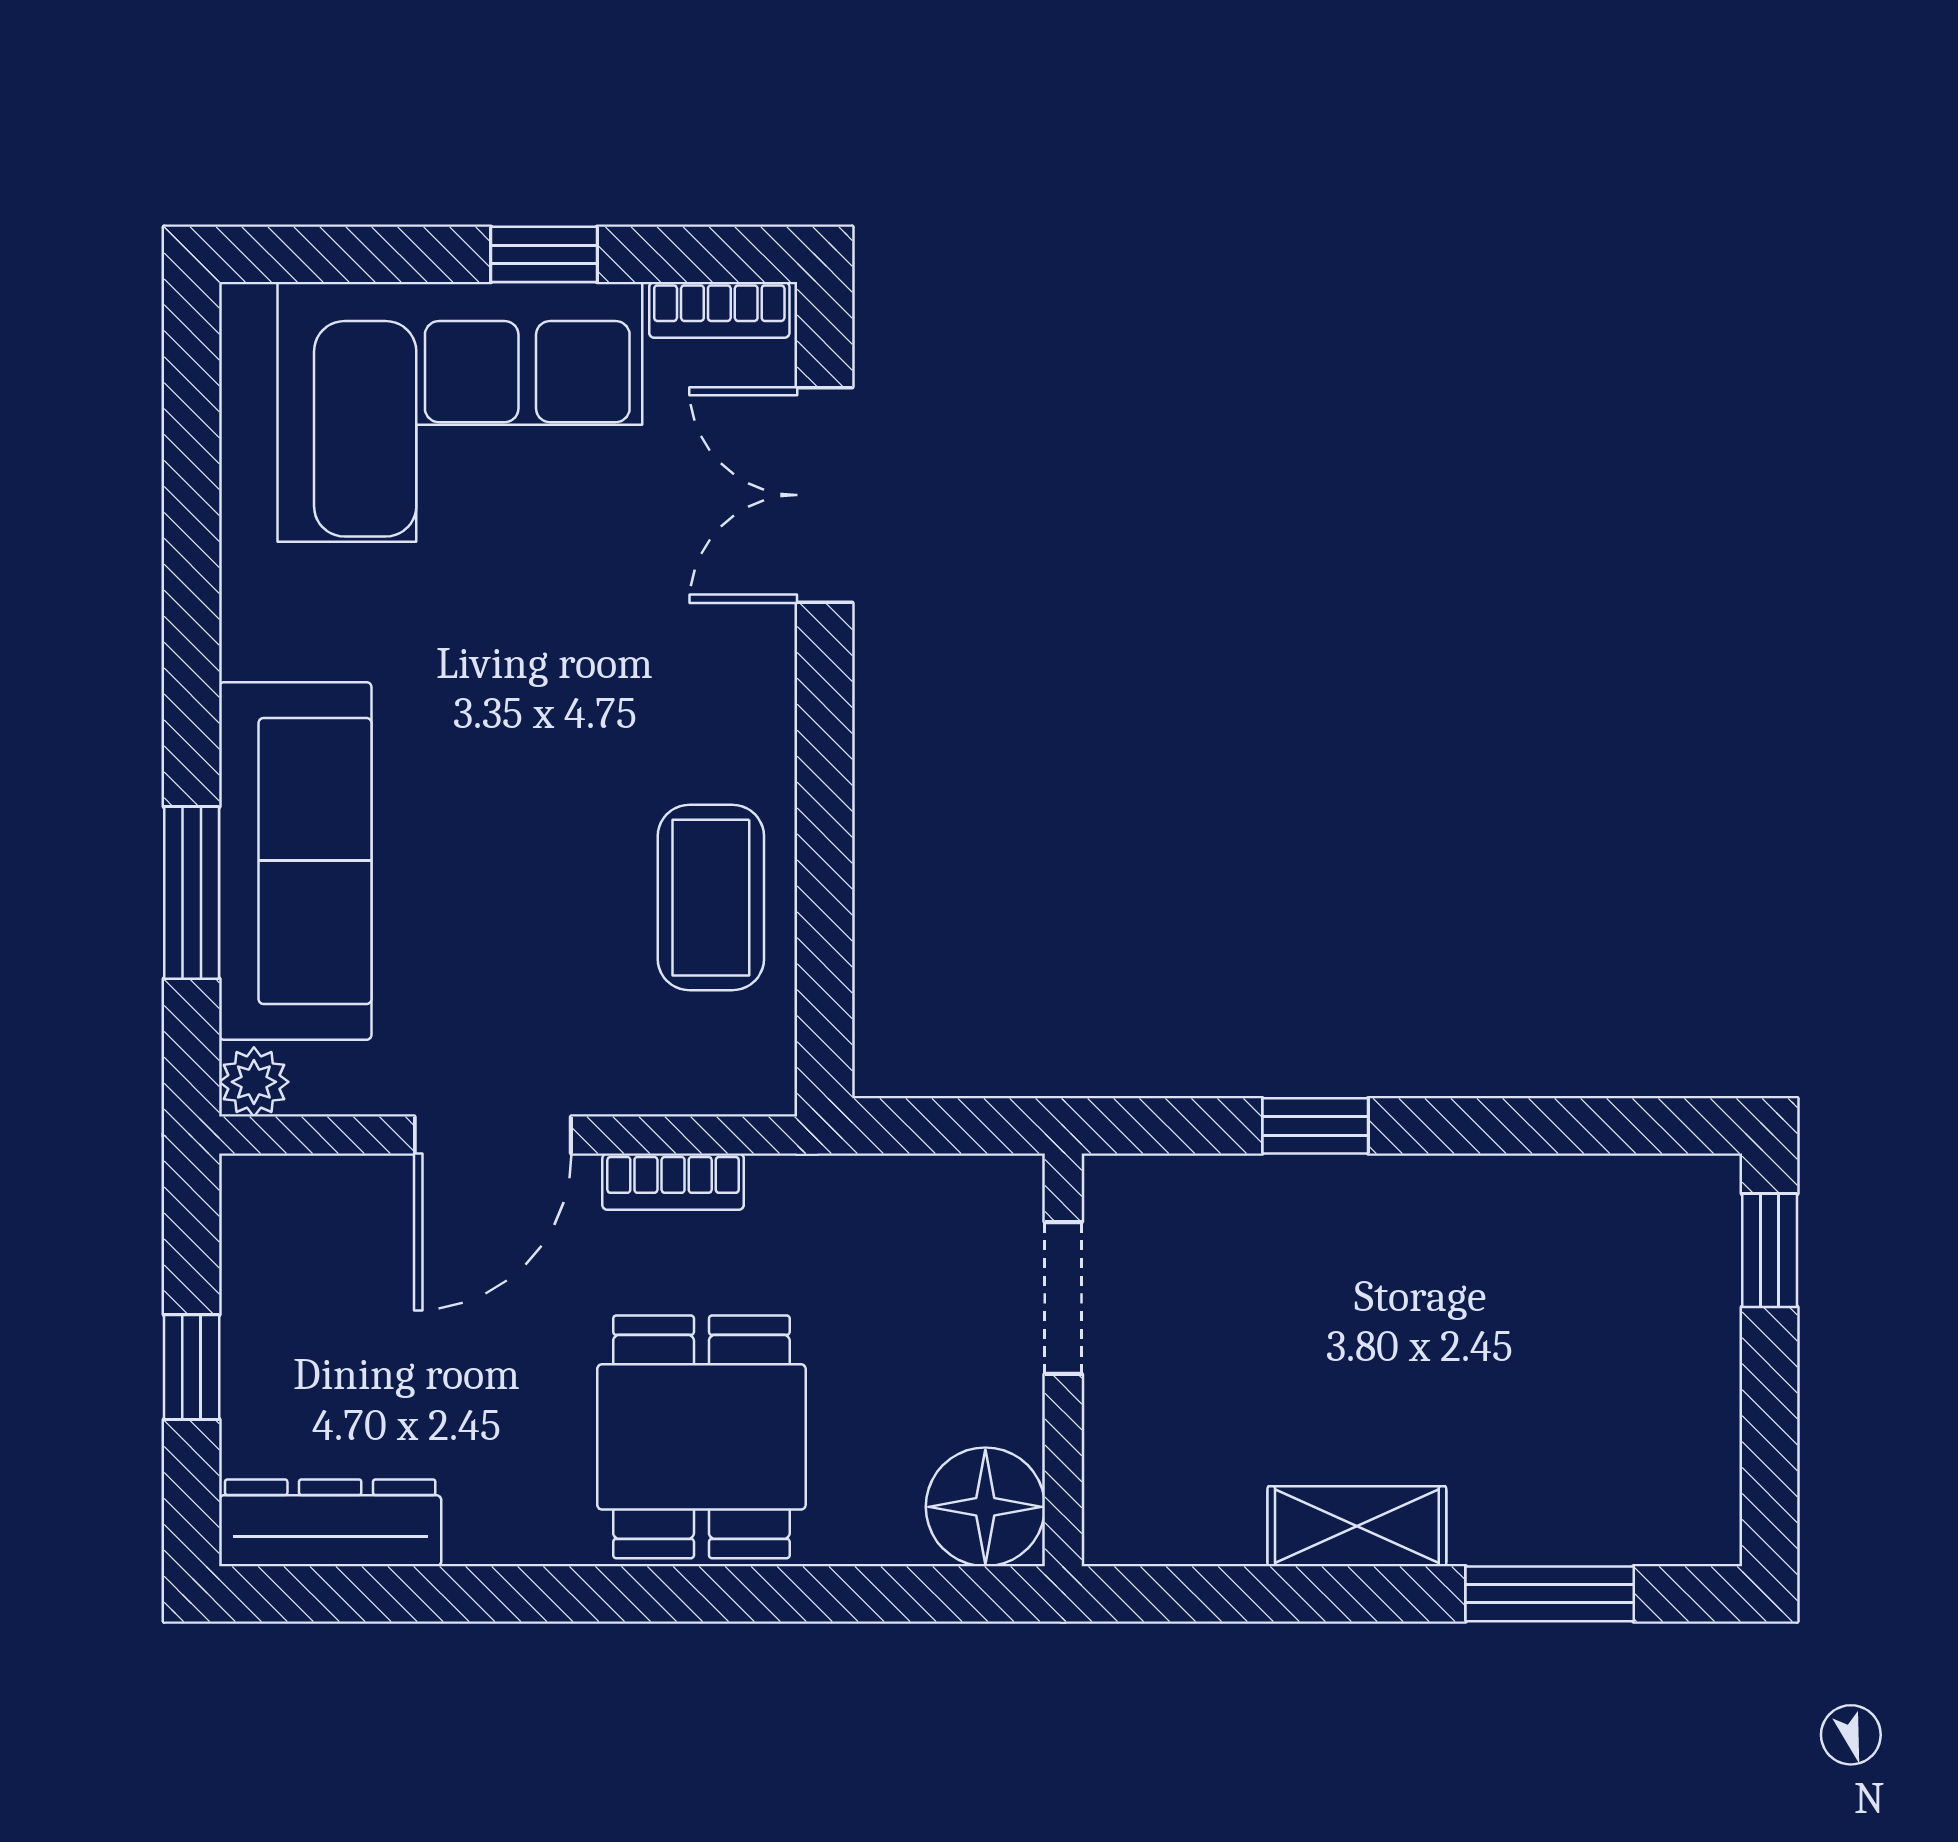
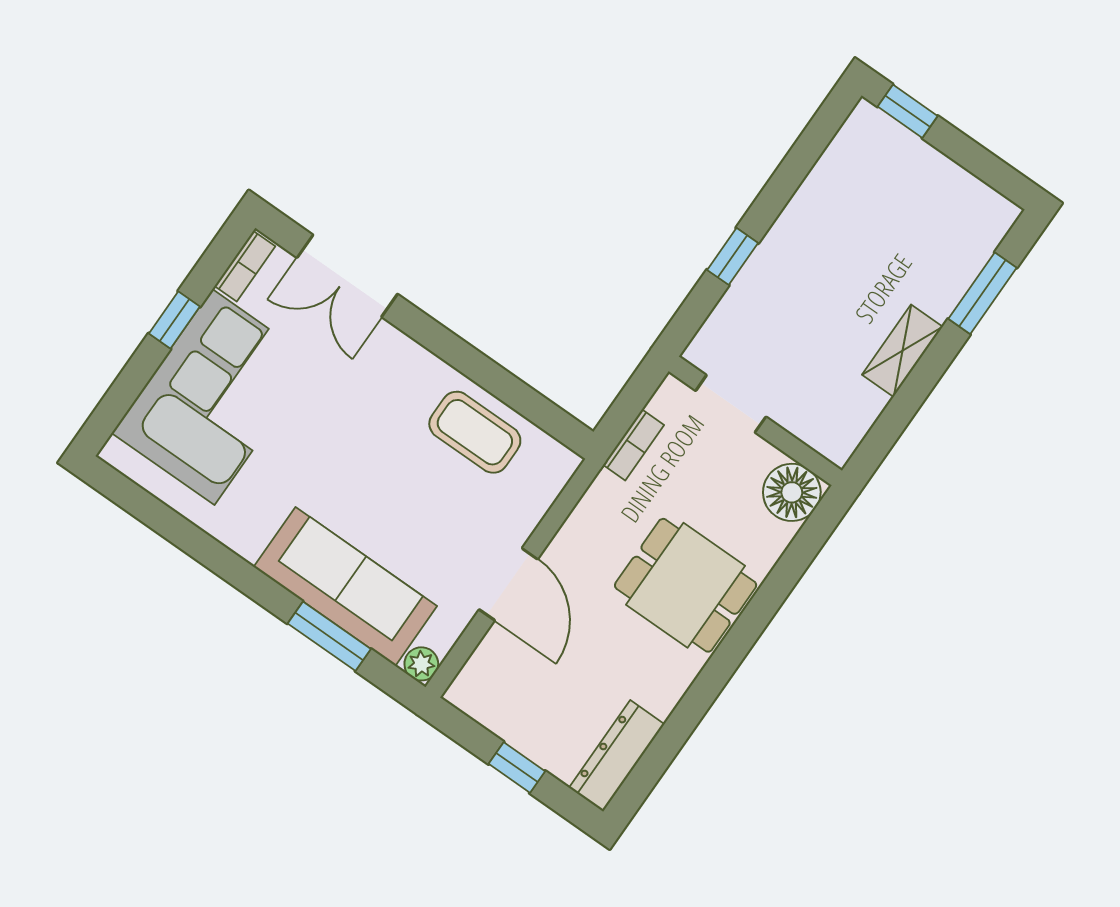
bookcase: (673, 1182) -> (633, 445), moved

